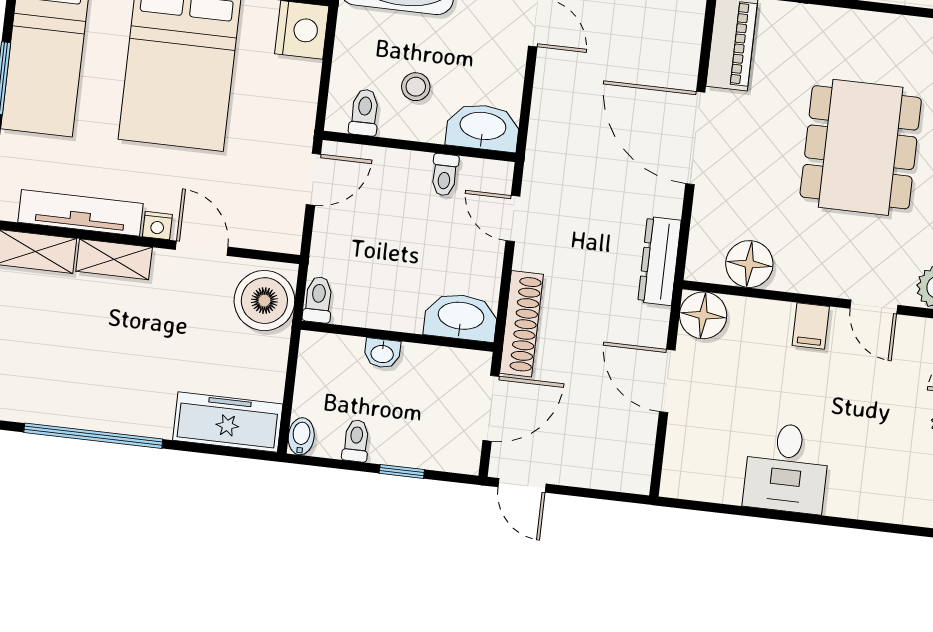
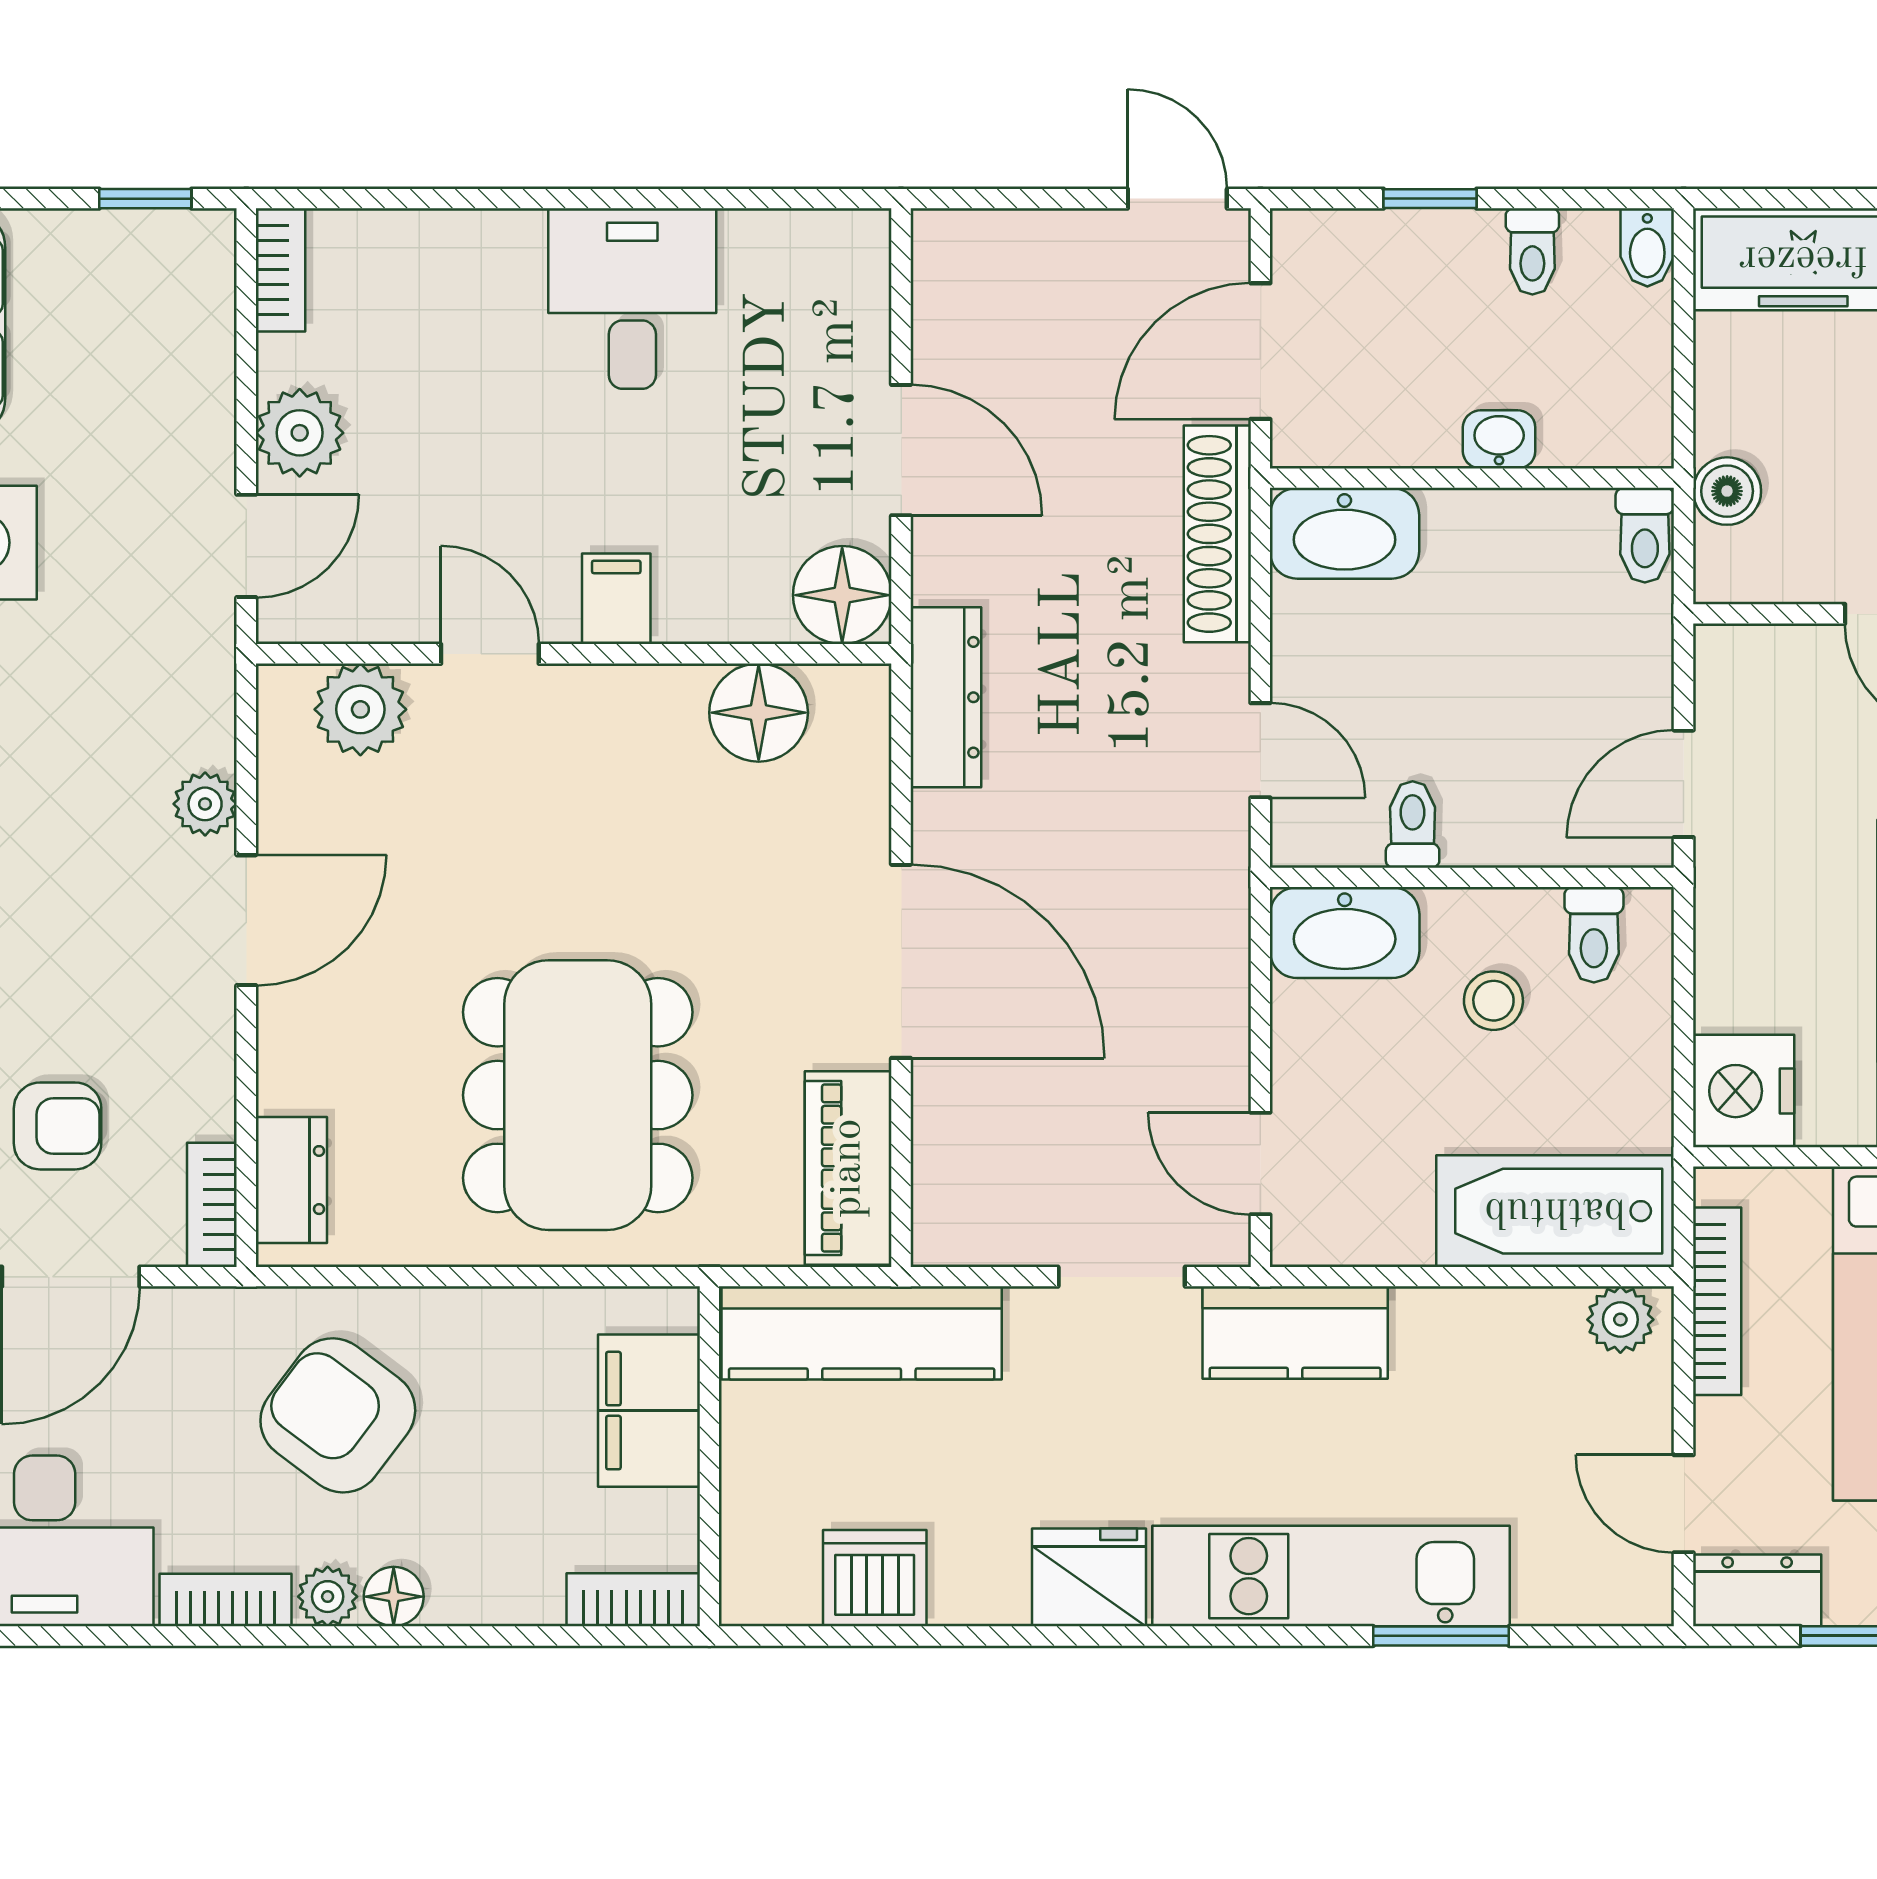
dining table: (861, 147) -> (578, 1095), moved
boiler: (264, 301) -> (1727, 491), width x0.54, depth x0.54

